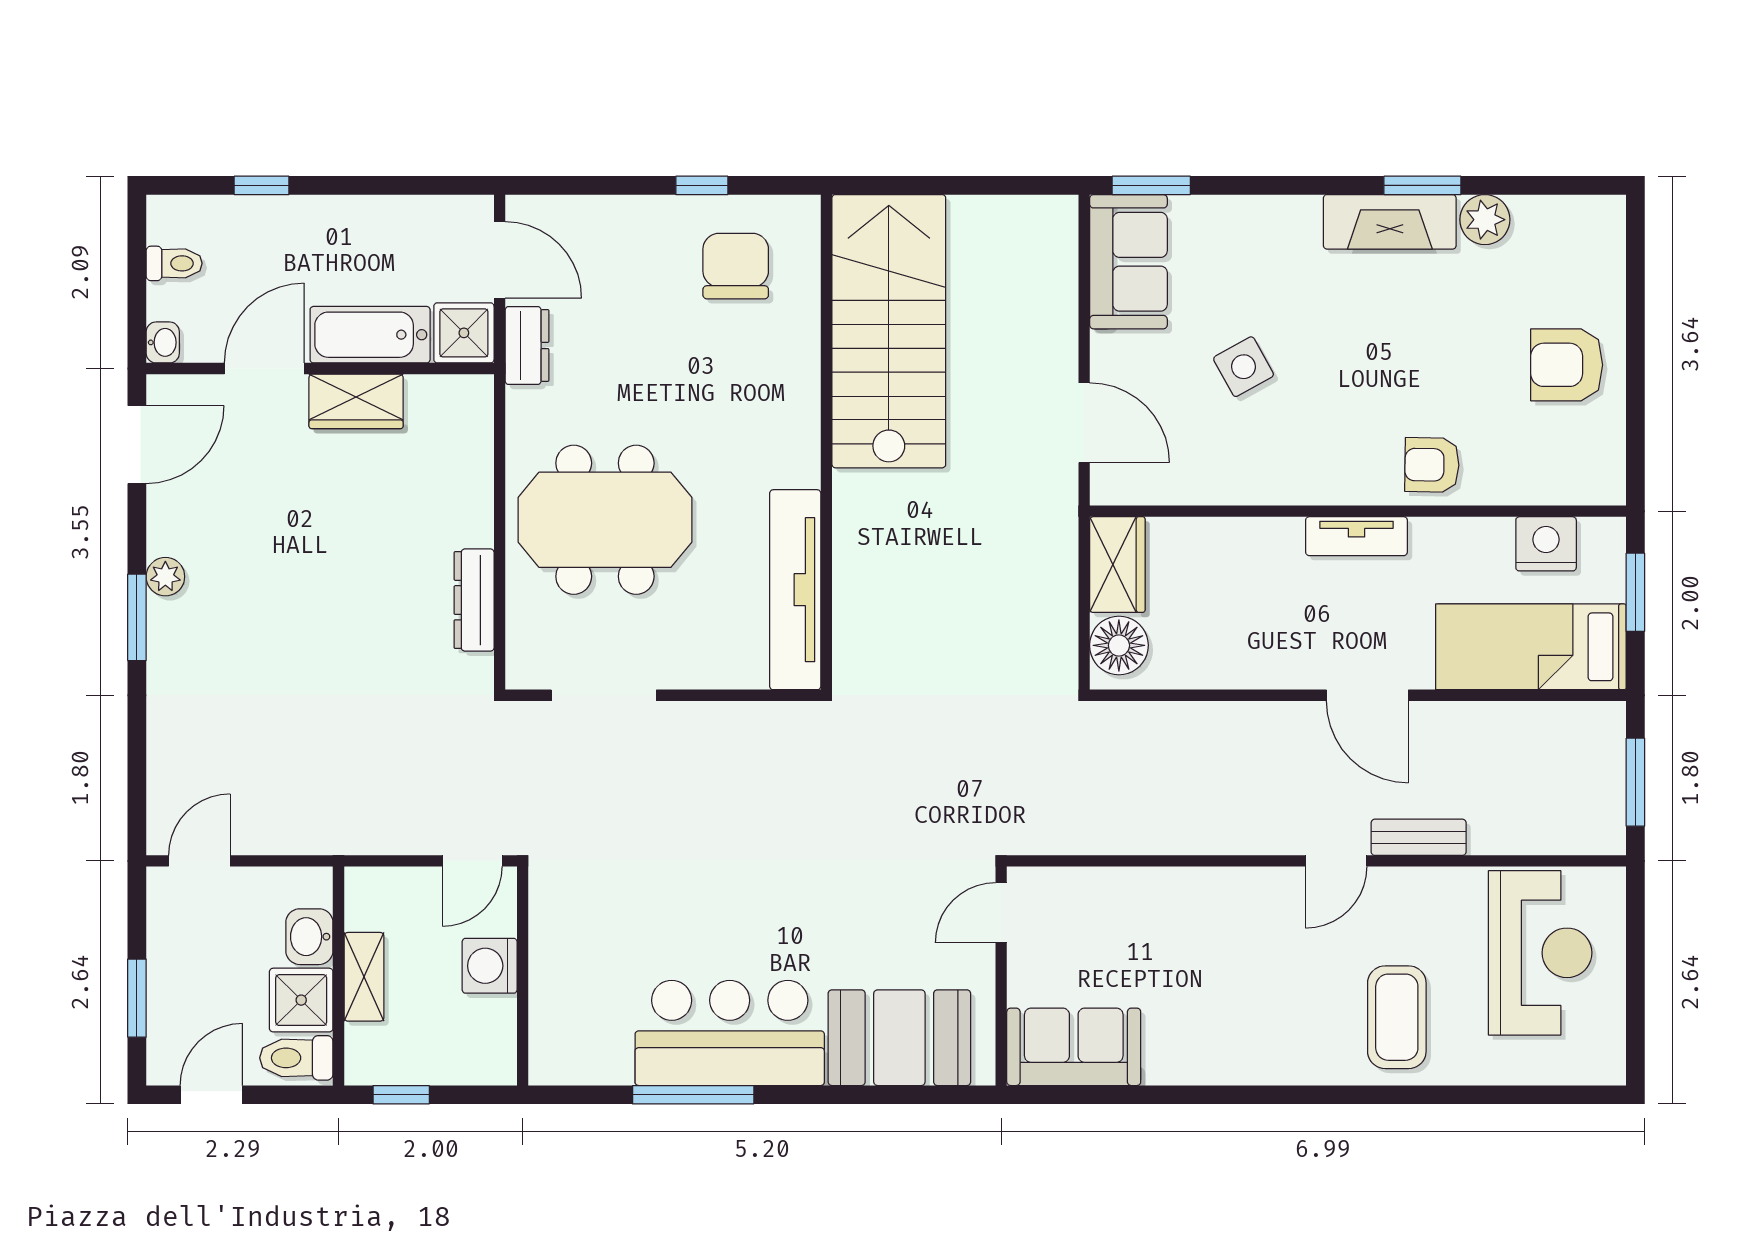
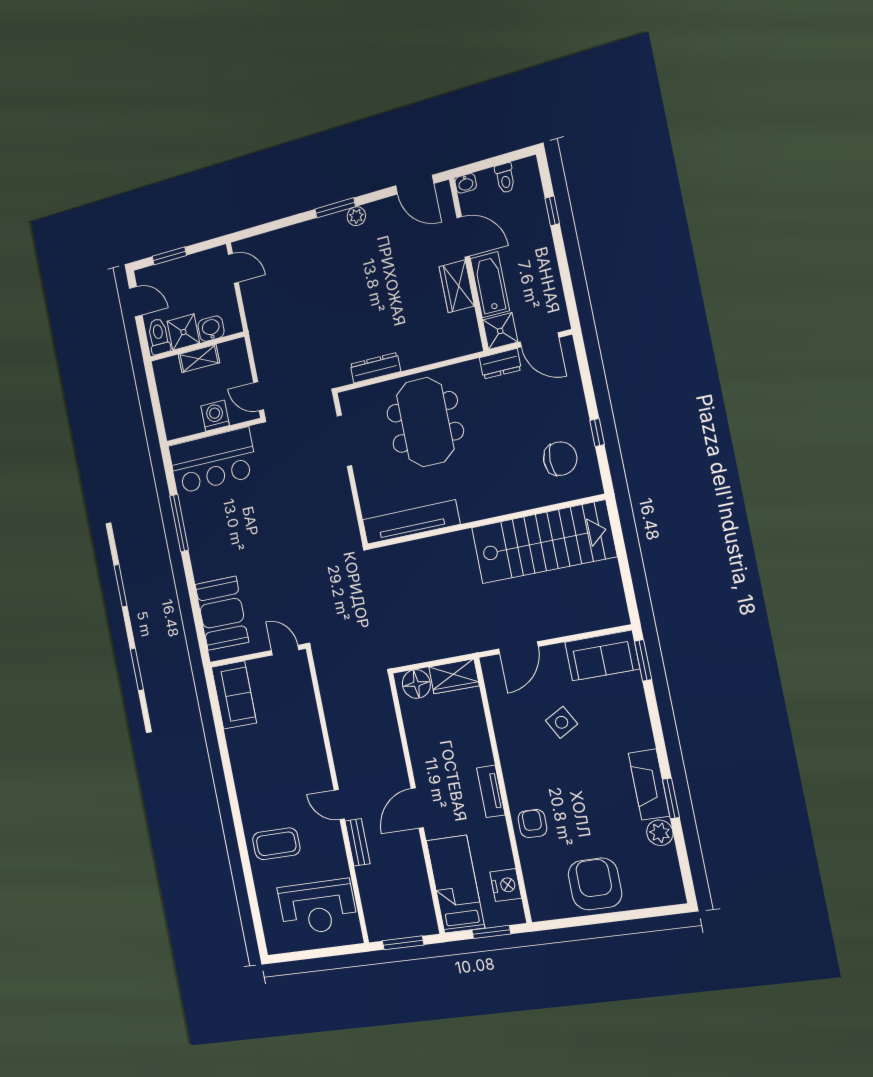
door: (500, 260) -> (539, 340), hinge flipped
armchair: (1567, 365) -> (595, 884), width x1.36, depth x1.36
bar counter: (730, 1033) -> (213, 461), moved, turned 90
window: (401, 1095) -> (153, 389), removed

